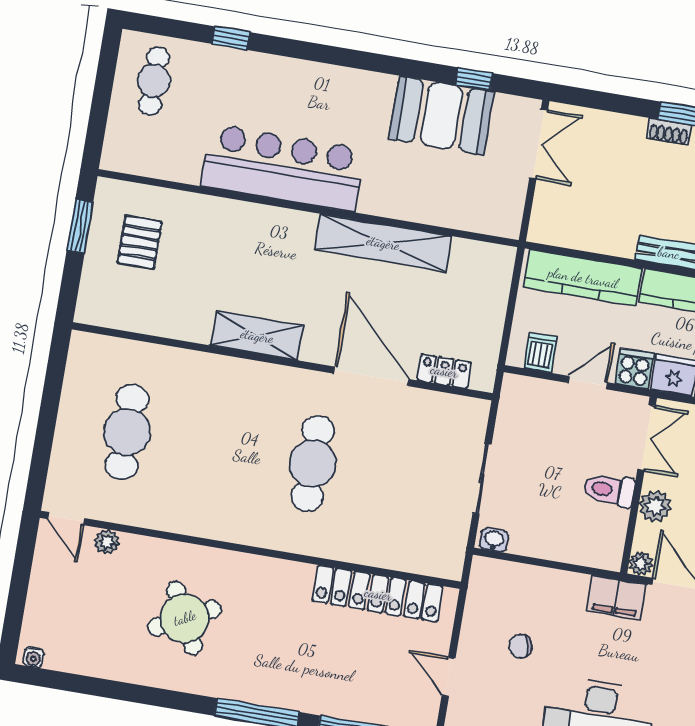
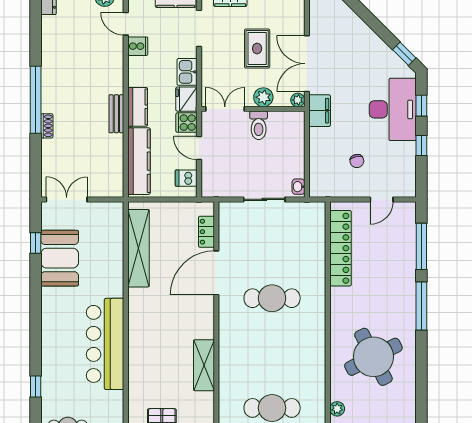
shelving: (383, 243) -> (139, 248), moved
shelving: (257, 336) -> (204, 365), moved
round table: (185, 618) -> (373, 357), width x1.36, depth x1.36

